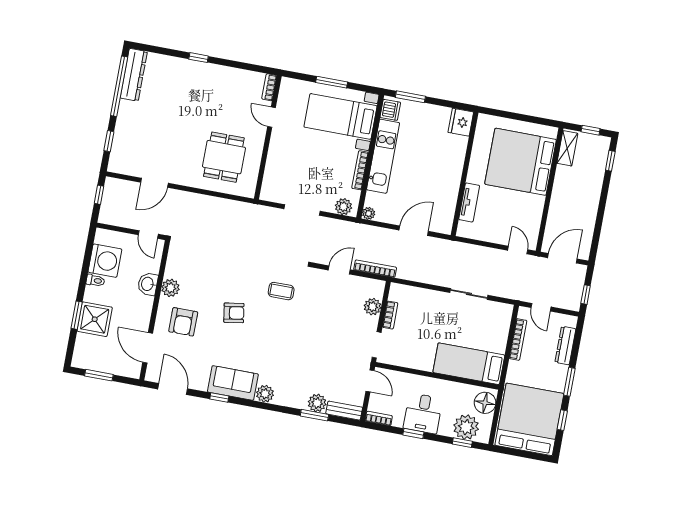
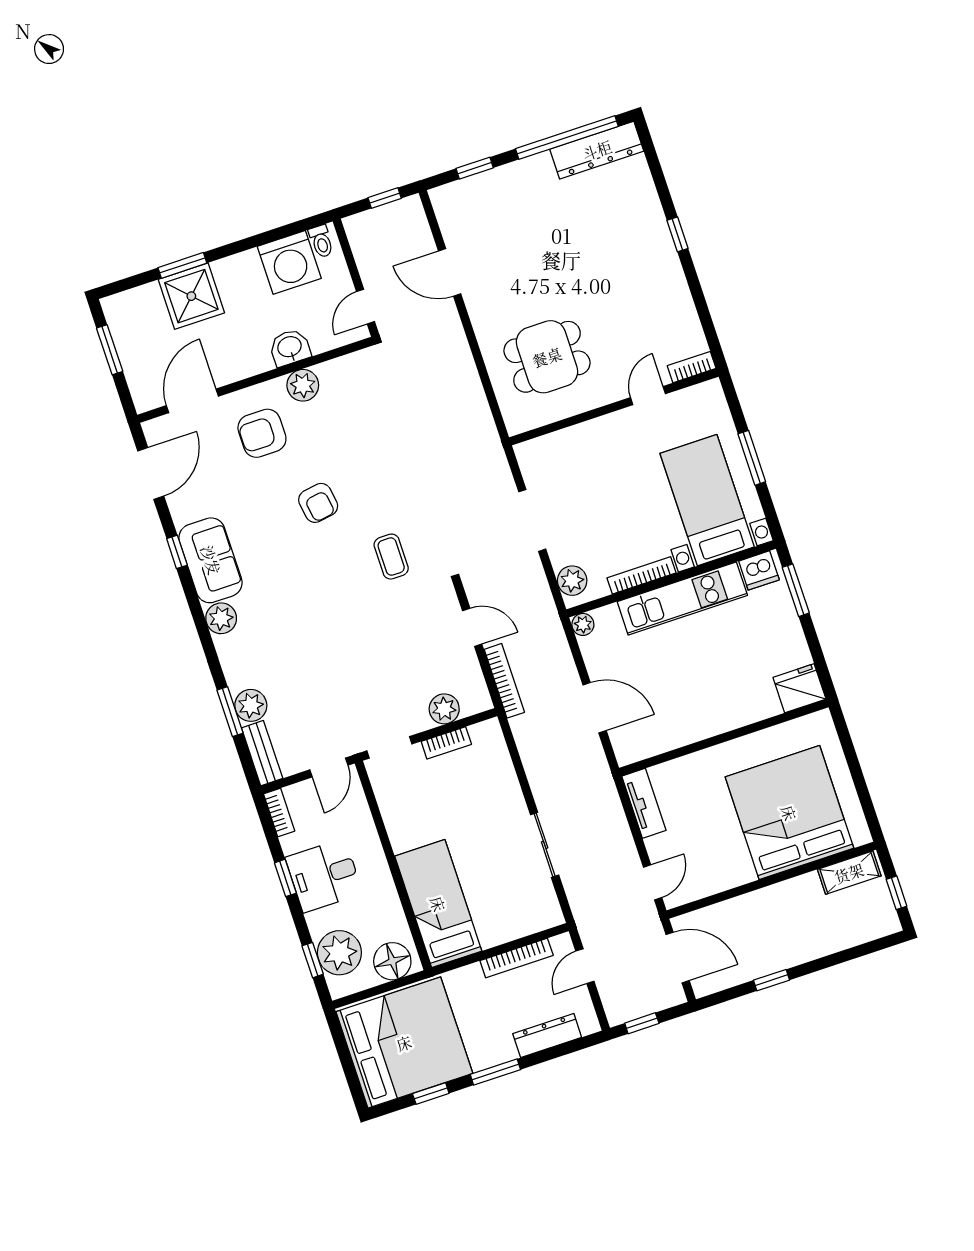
window: (610, 161) -> (771, 980), moved
tv unit: (469, 202) -> (644, 803), moved, turned -90
toilet: (95, 280) -> (321, 241), moved

